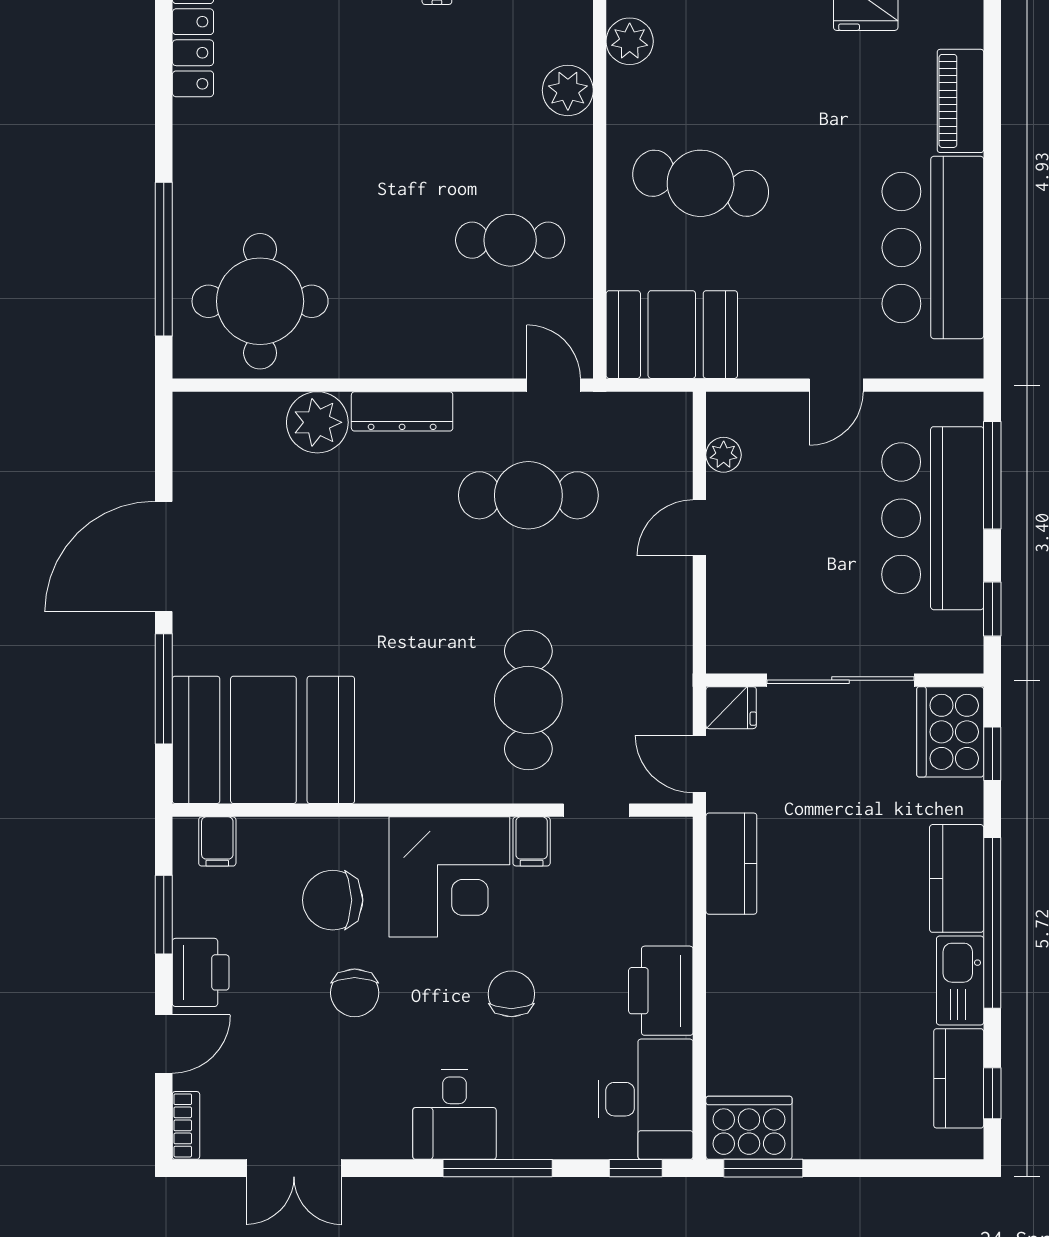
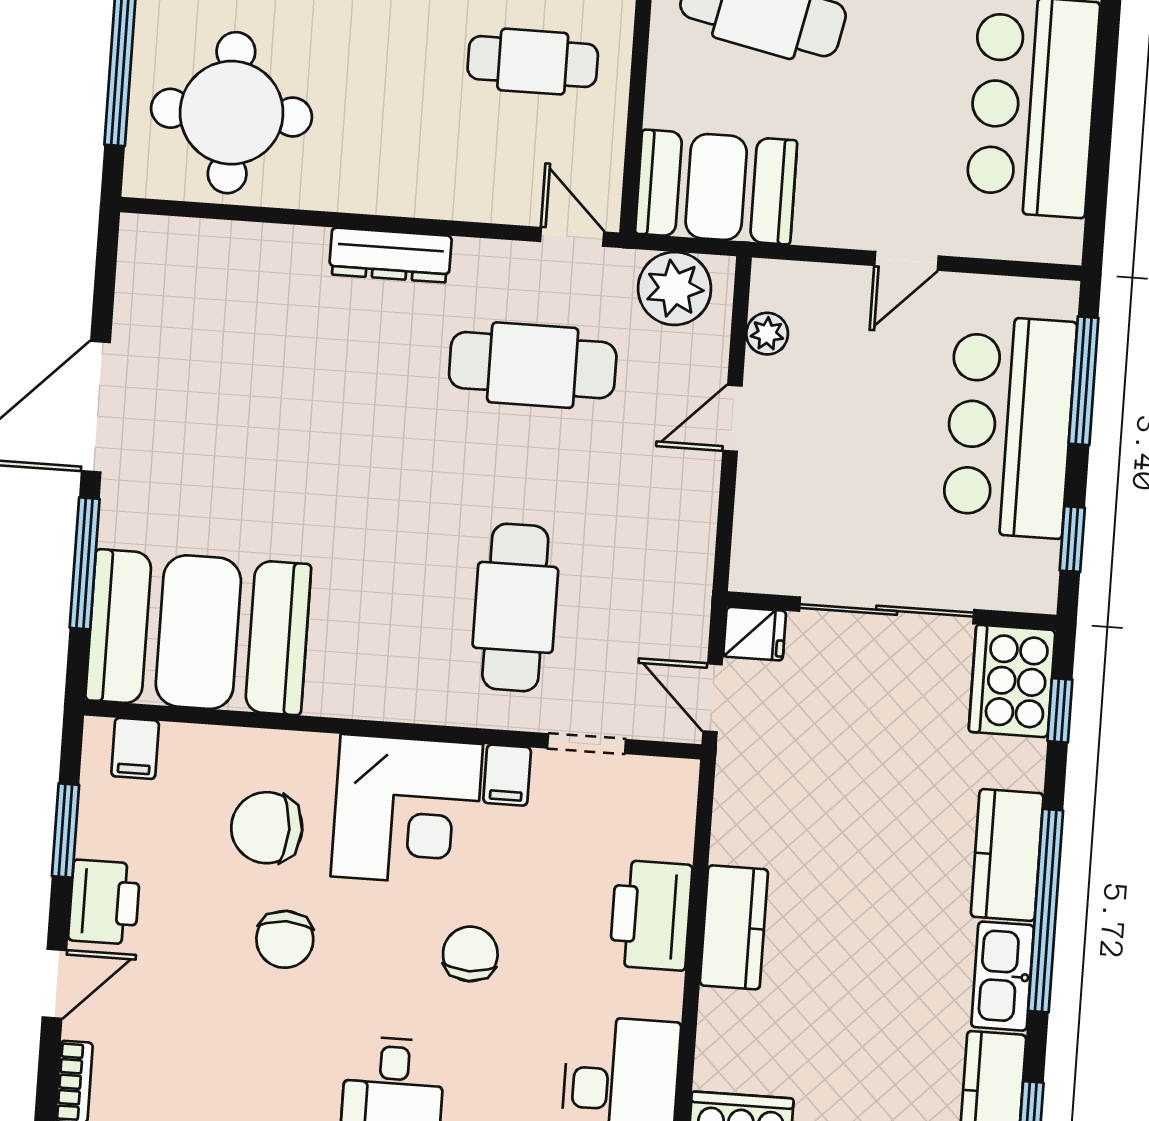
plant: (317, 422) -> (675, 288), moved
kitchen counter: (731, 864) -> (734, 927), moved
printer: (661, 991) -> (651, 915), moved

